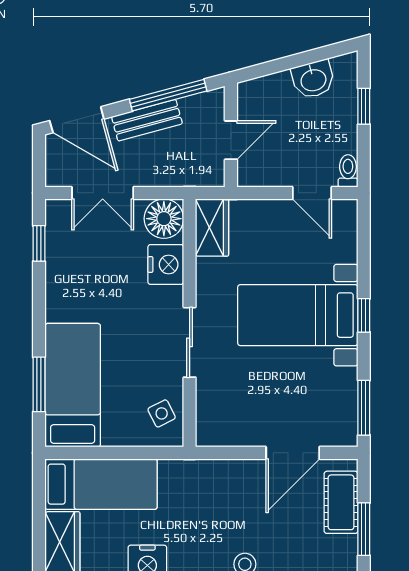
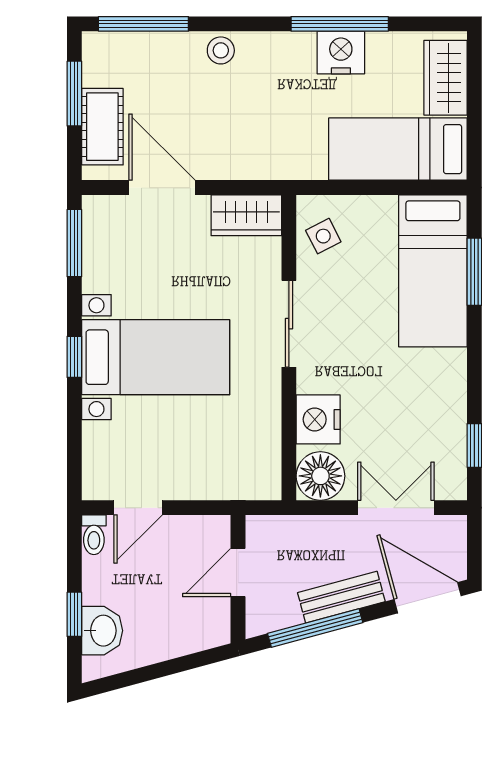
washbasin: (313, 79) -> (102, 631), moved, turned 105
door: (312, 193) -> (138, 508), swing flipped
wardrobe: (212, 228) -> (246, 215), moved, turned -90
door: (293, 453) -> (162, 188), hinge flipped

